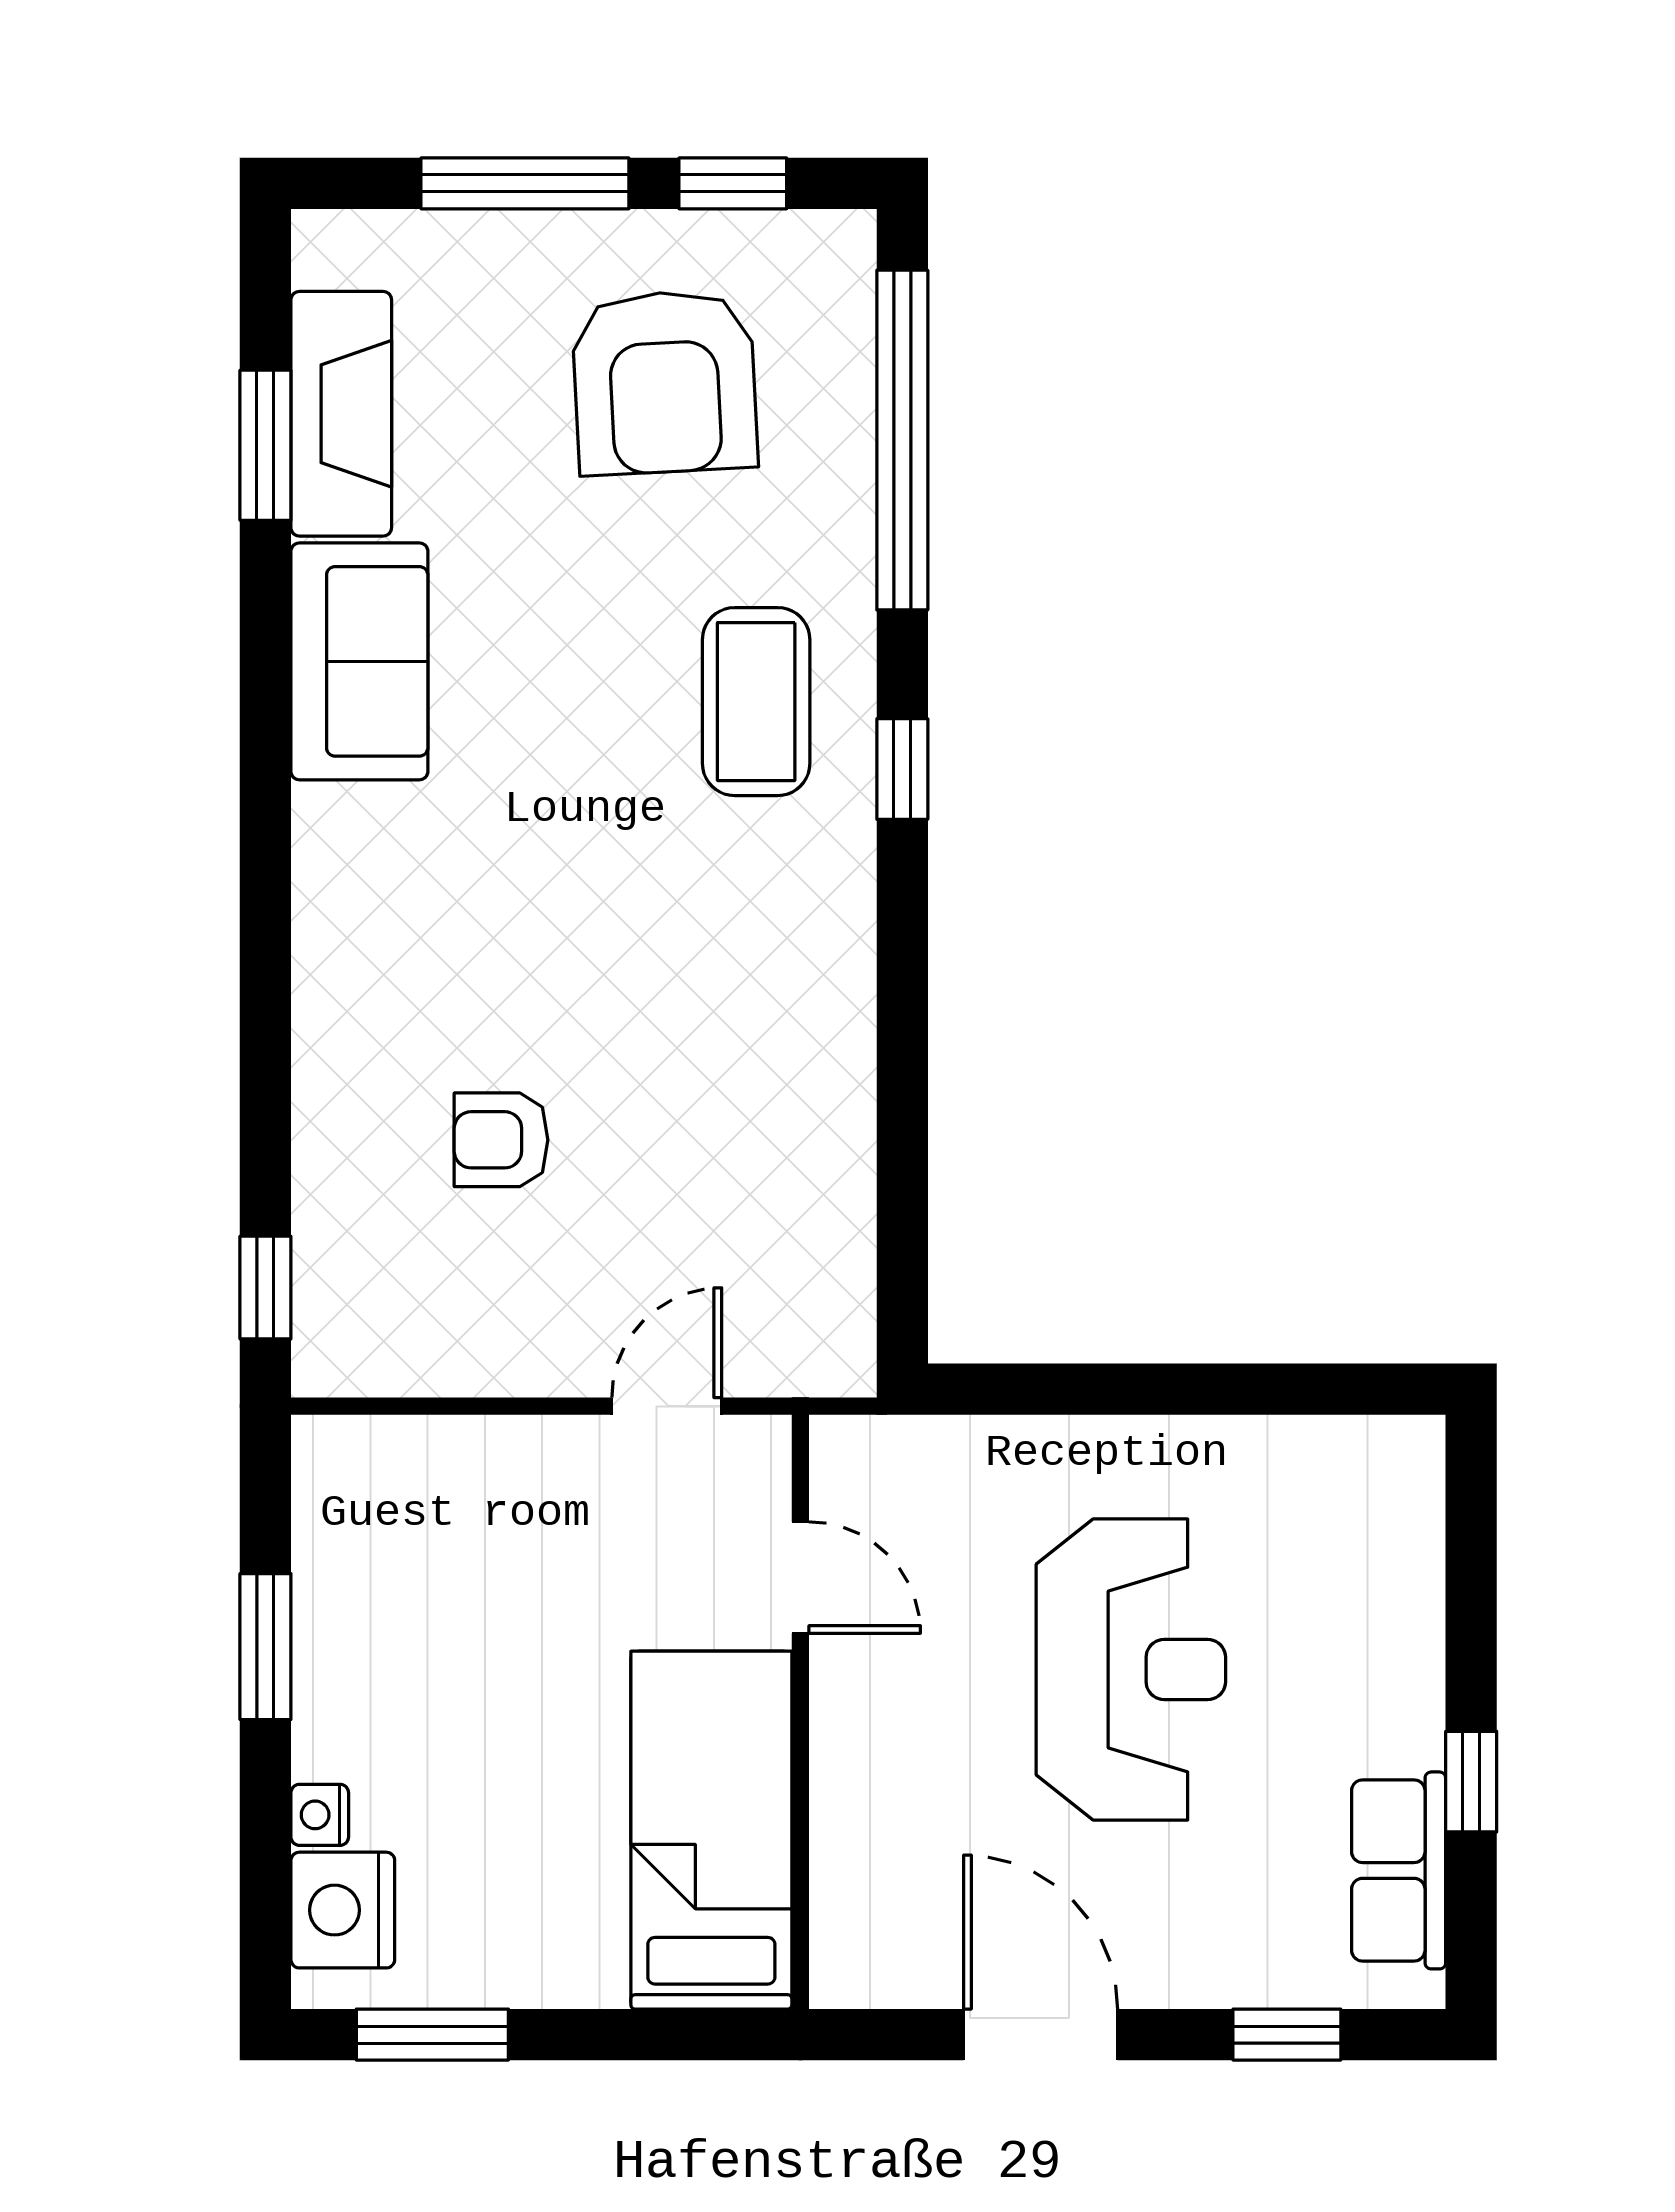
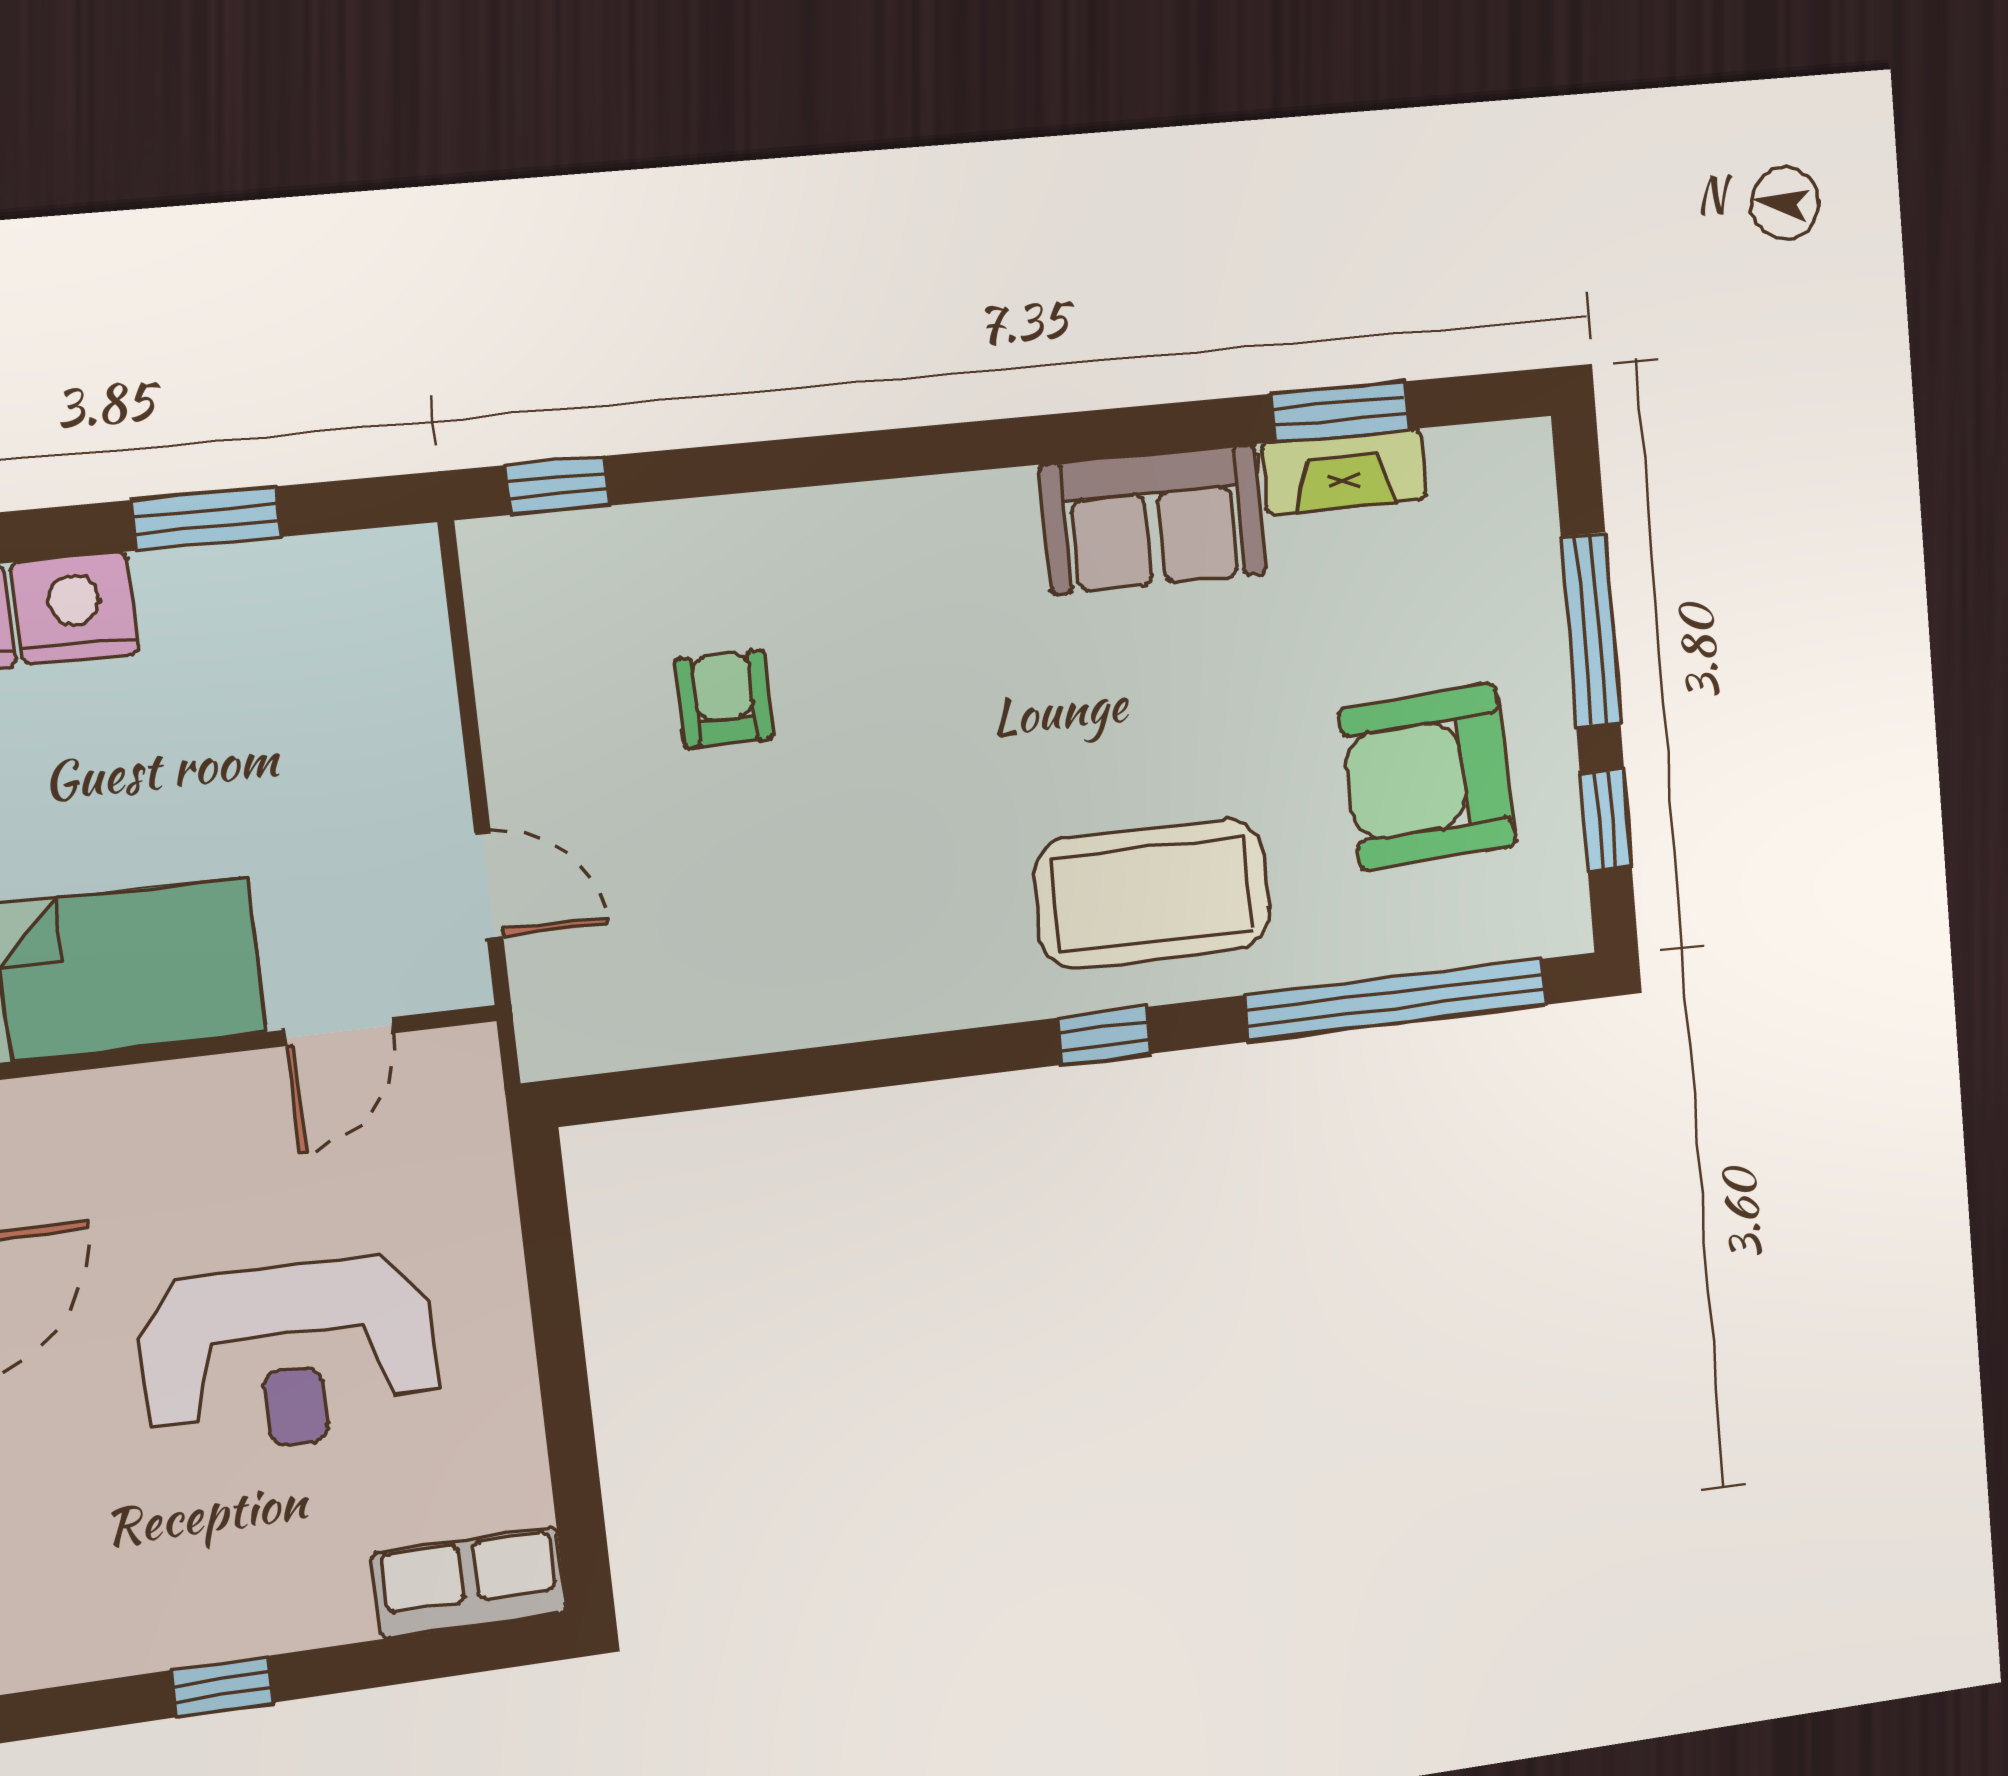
fireplace: (341, 414) -> (1344, 472), width x0.73, depth x0.76
coffee table: (756, 702) -> (1152, 894), width x1.36, depth x1.32
nightstand: (320, 1815) -> (75, 609), width x1.89, depth x1.79
row of seats: (1399, 1870) -> (469, 1583), moved

